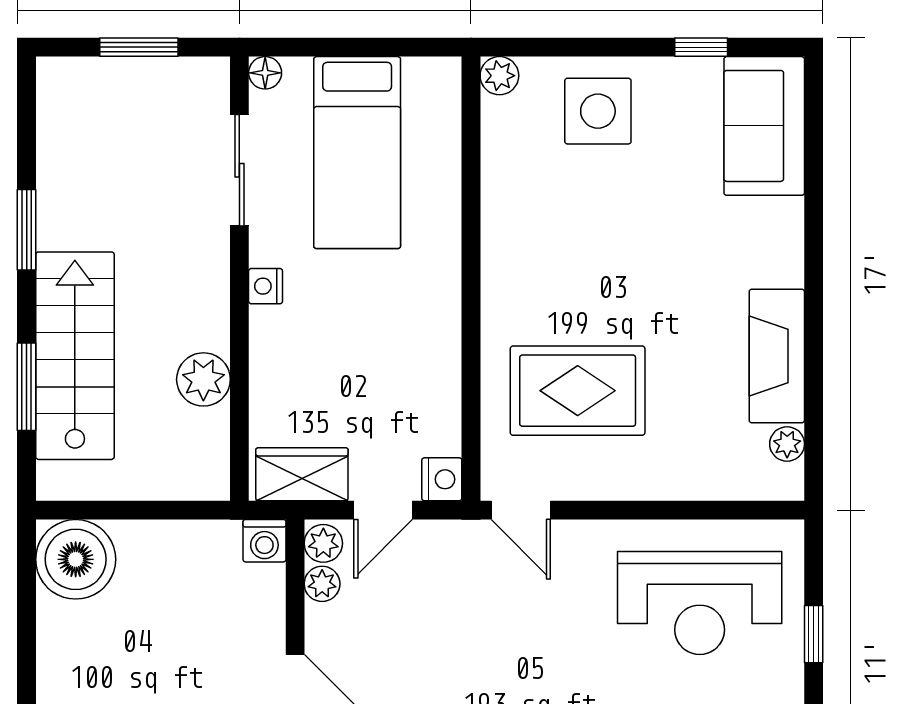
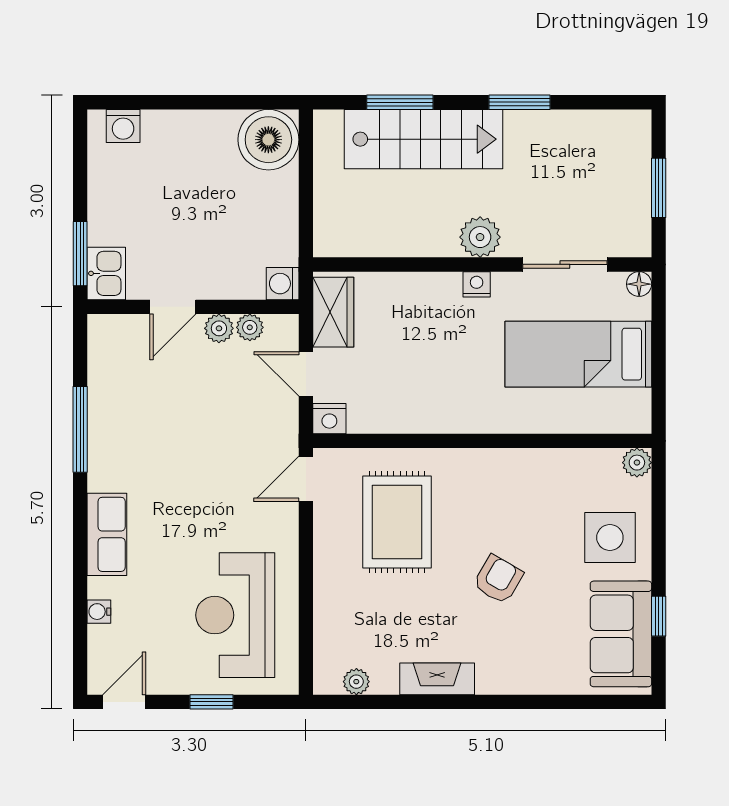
sofa: (764, 126) -> (621, 634), moved, turned -90
armchair: (653, 258) -> (498, 579), added
fireplace: (777, 356) -> (437, 679), width x0.73, depth x0.76
plant: (203, 379) -> (480, 237), moved
plant: (323, 543) -> (219, 328), moved

